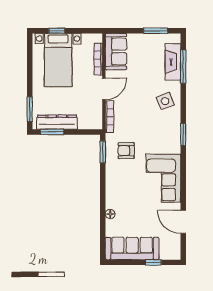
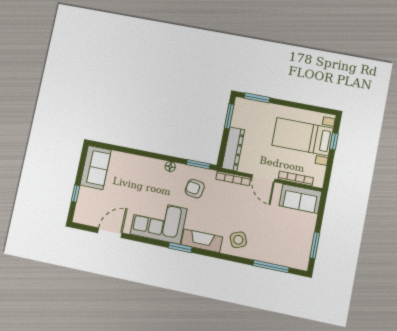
fireplace: (173, 62) -> (202, 241), moved
dresser: (57, 122) -> (233, 149), moved
window: (183, 135) -> (180, 247), moved
armchair: (126, 151) -> (195, 189), turned -81
floor lamp: (110, 214) -> (170, 167), moved
sofa: (132, 248) -> (96, 168), width x0.73

